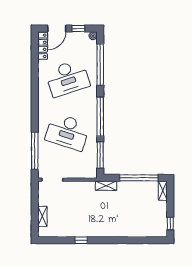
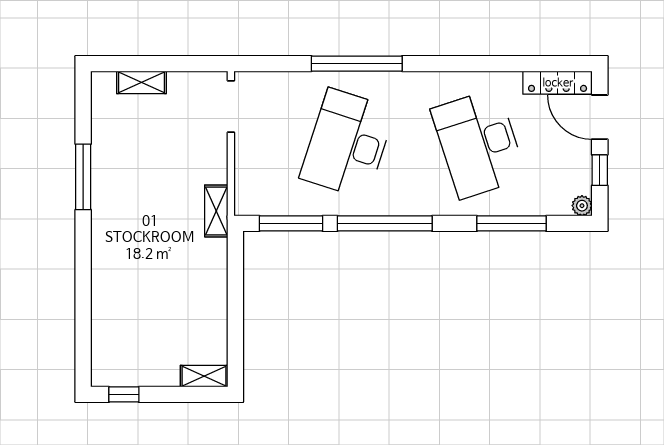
window: (100, 65) -> (511, 223), width x0.68
window: (35, 151) -> (357, 64), moved
window: (139, 178) -> (235, 318), removed
shelving: (106, 186) -> (216, 211), moved
window: (81, 240) -> (83, 177), width x2.17

